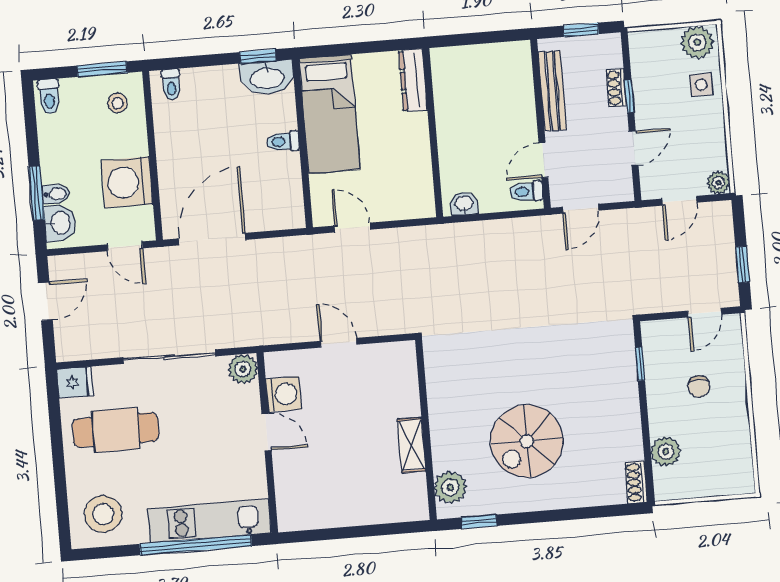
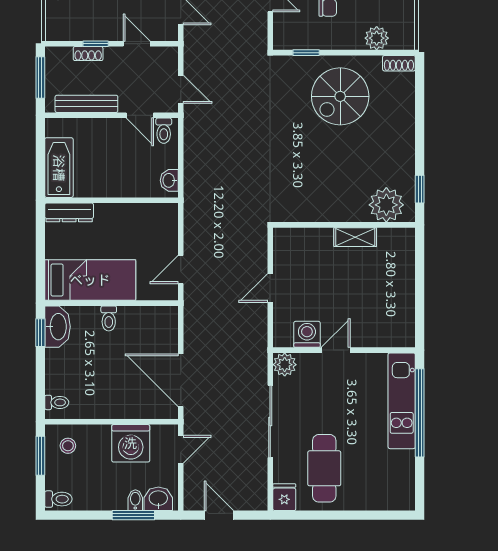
window: (581, 30) -> (40, 77), width x1.50
bathtub: (469, 63) -> (59, 168), added
spiral stairs: (527, 441) -> (340, 96), moved, turned 90
plant: (450, 487) -> (386, 205), width x1.36, depth x1.36
stool: (103, 514) -> (389, 483), removed

